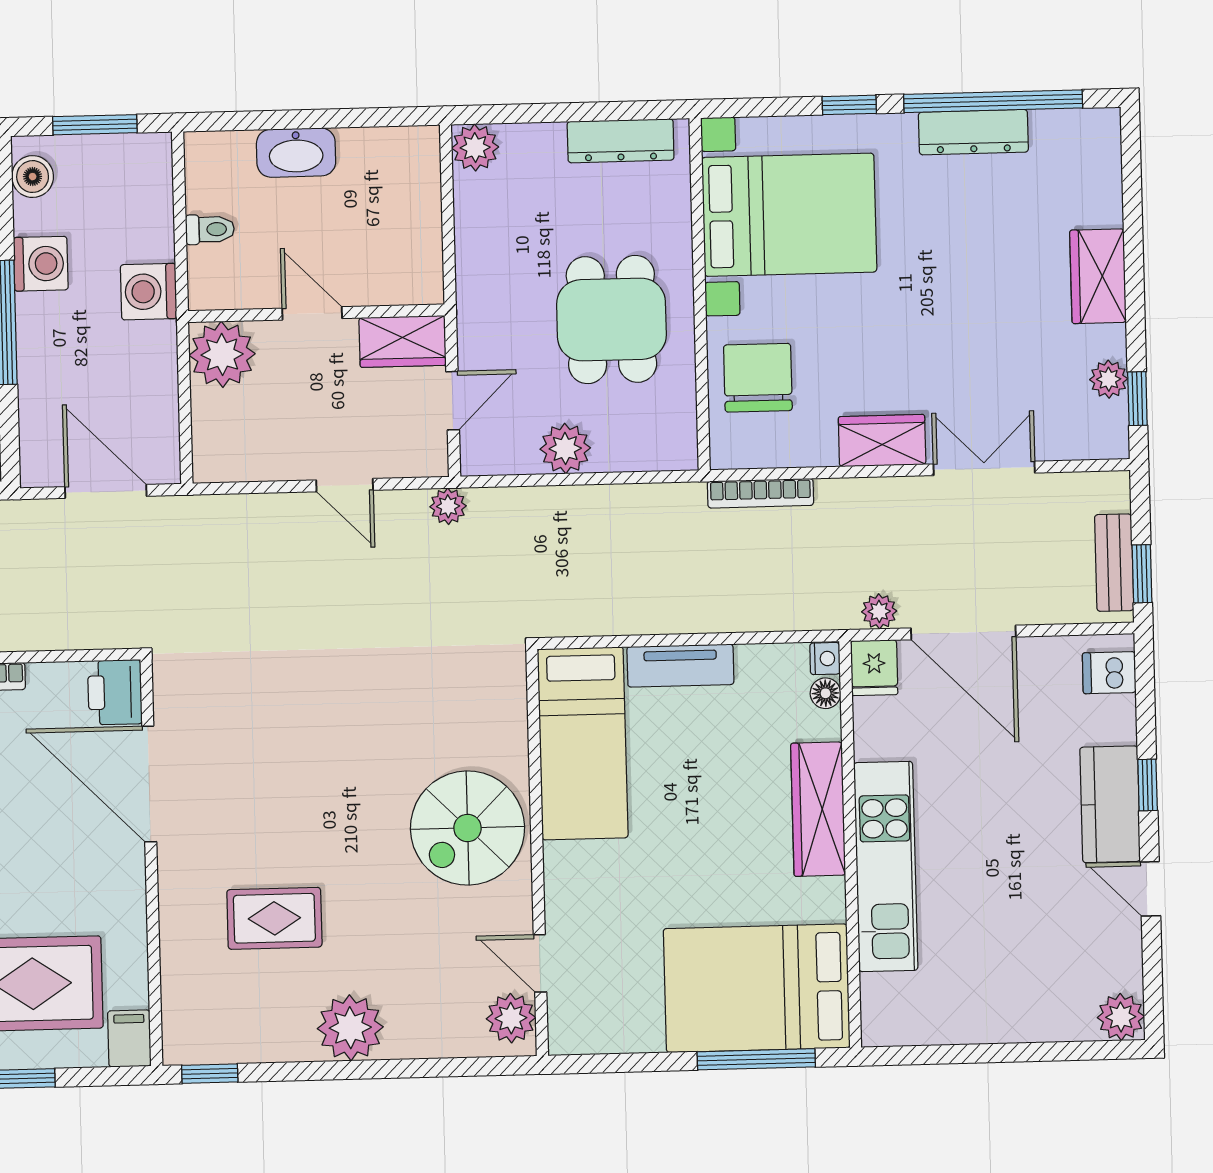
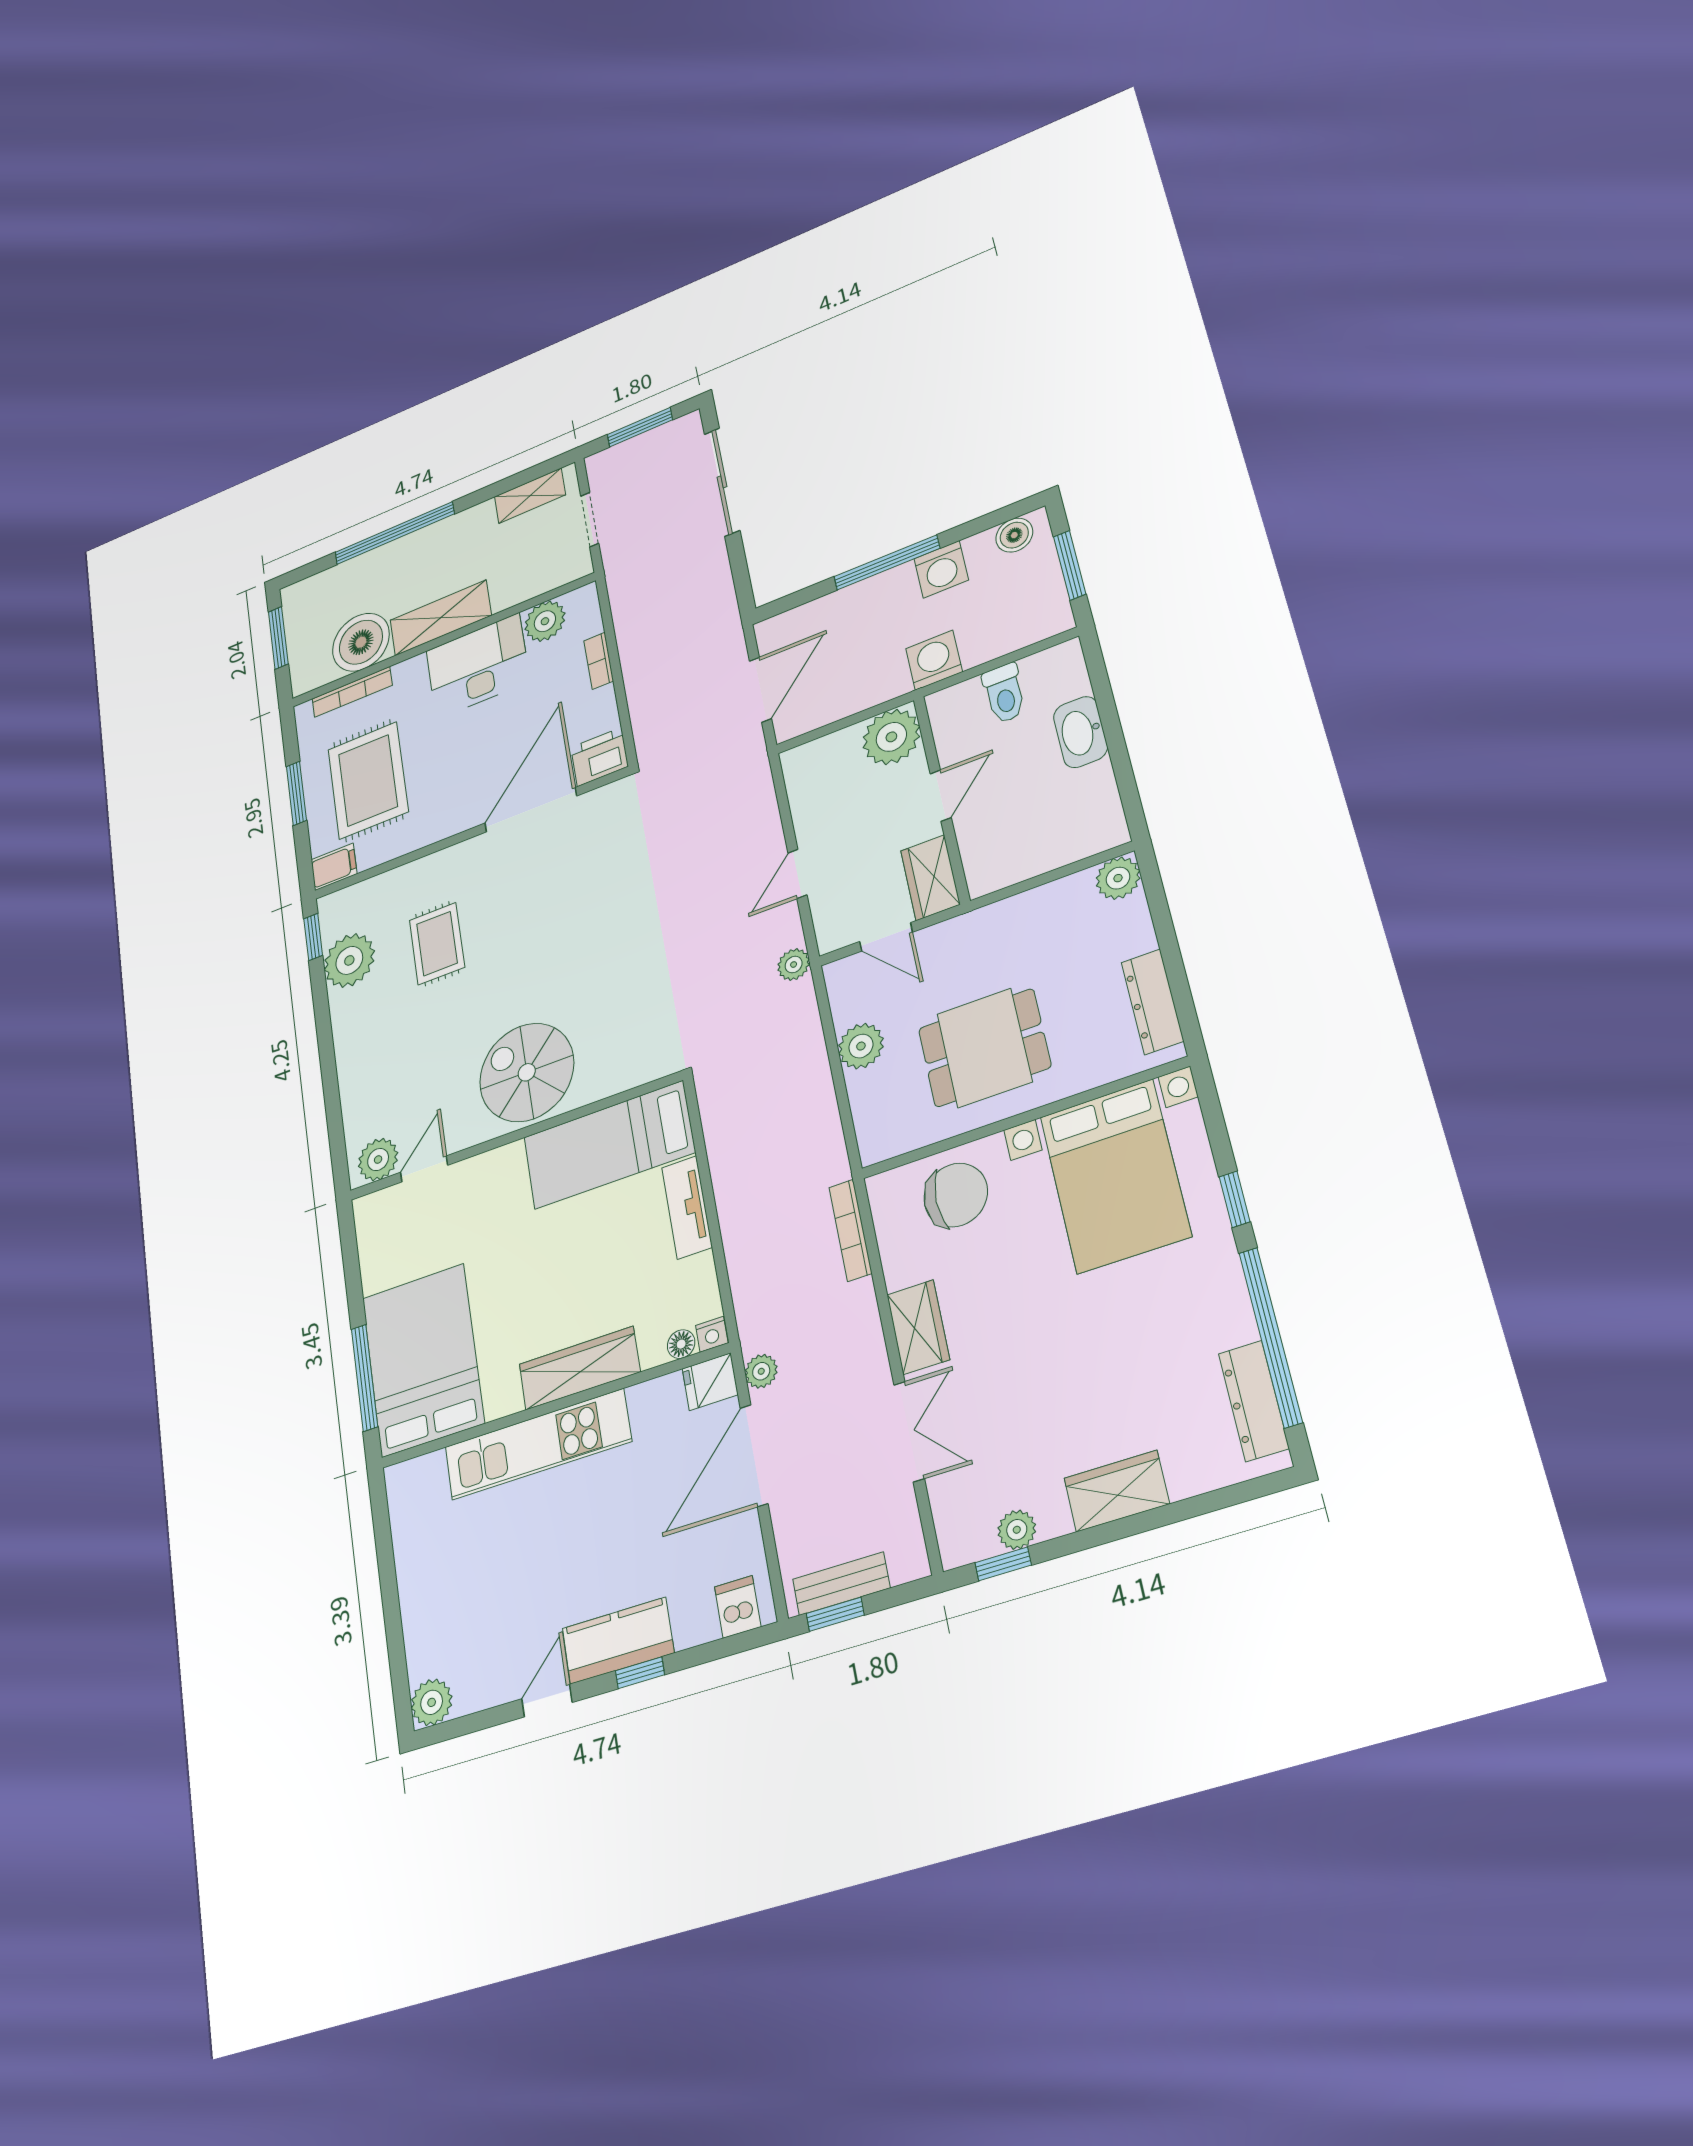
dresser: (973, 132) -> (1254, 1401), moved
toilet: (210, 229) -> (1004, 693), width x1.37, depth x1.39
plant: (350, 1028) -> (349, 960), moved

